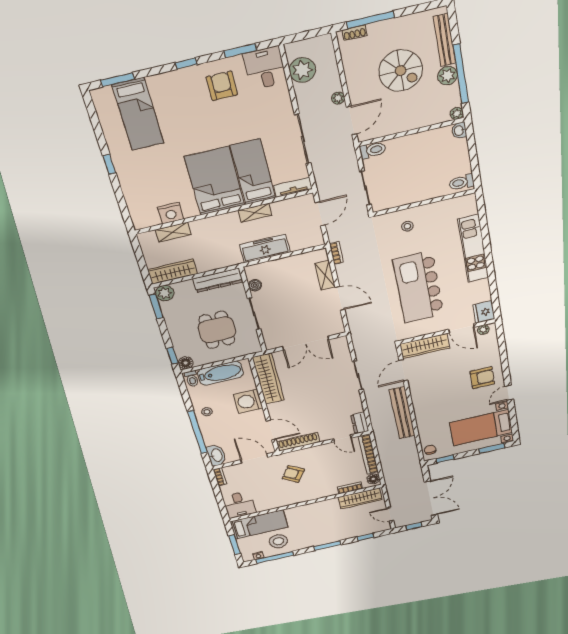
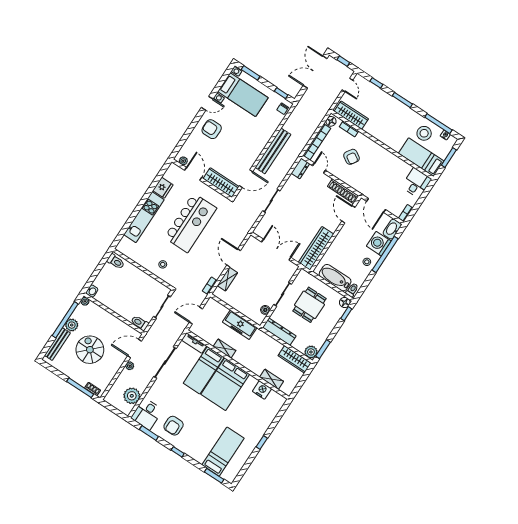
fridge: (484, 312) -> (163, 188), moved
washing machine: (248, 401) -> (379, 244), moved, turned 180
armchair: (293, 474) -> (351, 157), moved

